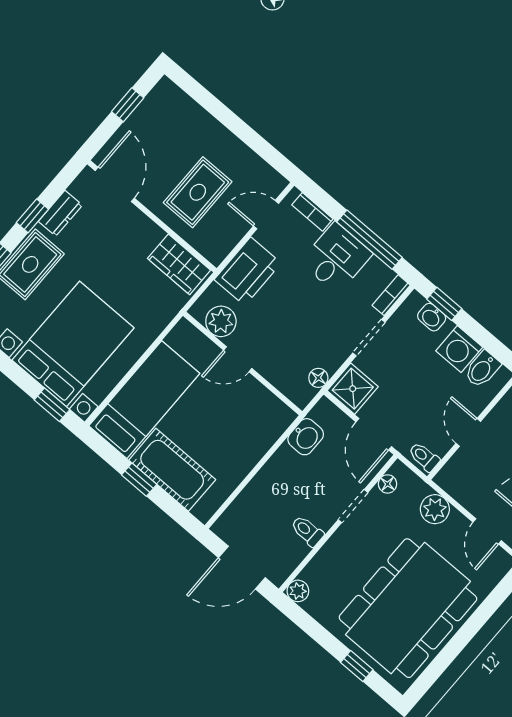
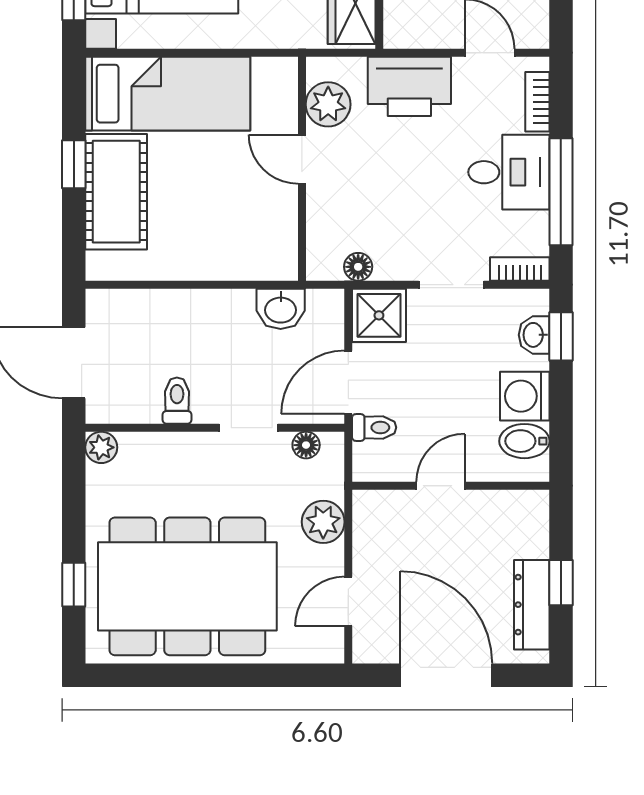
toilet: (424, 457) -> (374, 427), moved, turned 90

